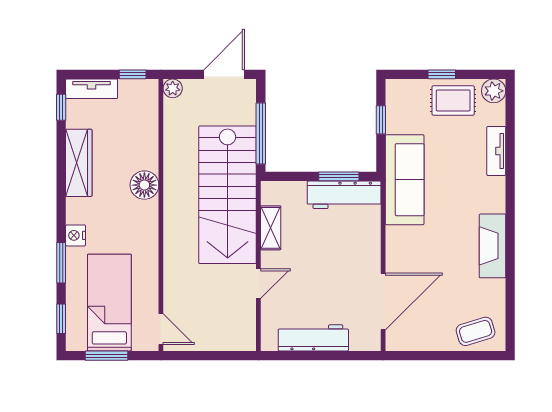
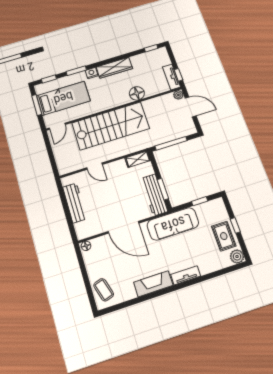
door: (224, 74) -> (191, 107), moved
tv unit: (92, 89) -> (171, 77), moved
tv unit: (496, 151) -> (186, 275), moved
wardrobe: (79, 163) -> (114, 68), moved
floor lamp: (144, 185) -> (137, 93), moved
stairs: (228, 195) -> (111, 126), moved, turned 180
shelving: (271, 228) -> (138, 159), moved
door: (383, 301) -> (124, 227), moved
floor lamp: (394, 340) -> (86, 246), added

